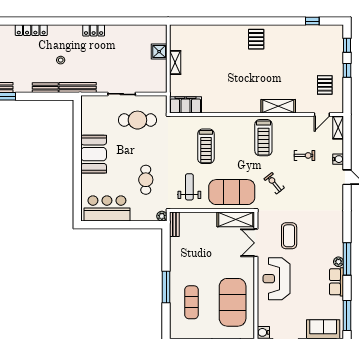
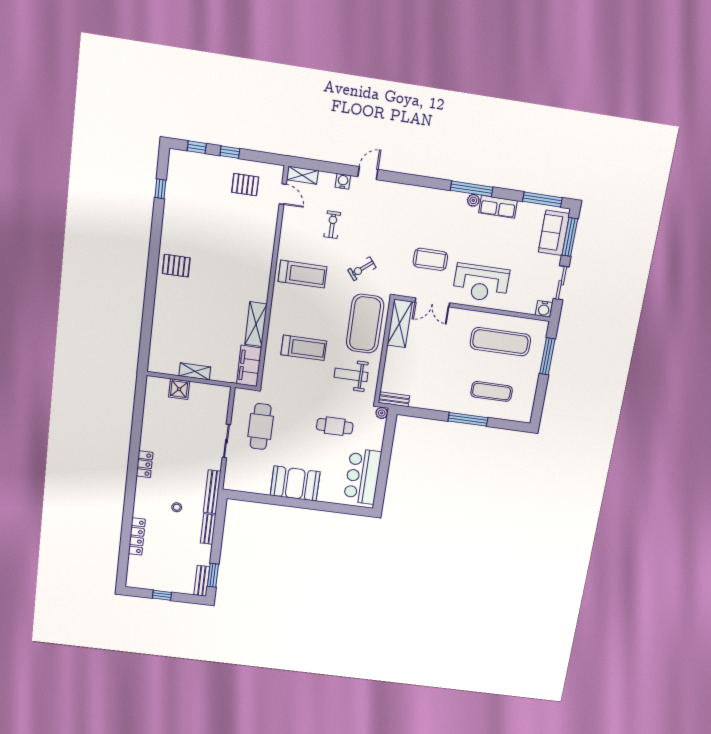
shelving: (278, 106) -> (256, 324), moved
exercise mat: (233, 302) -> (500, 342), width x0.68

